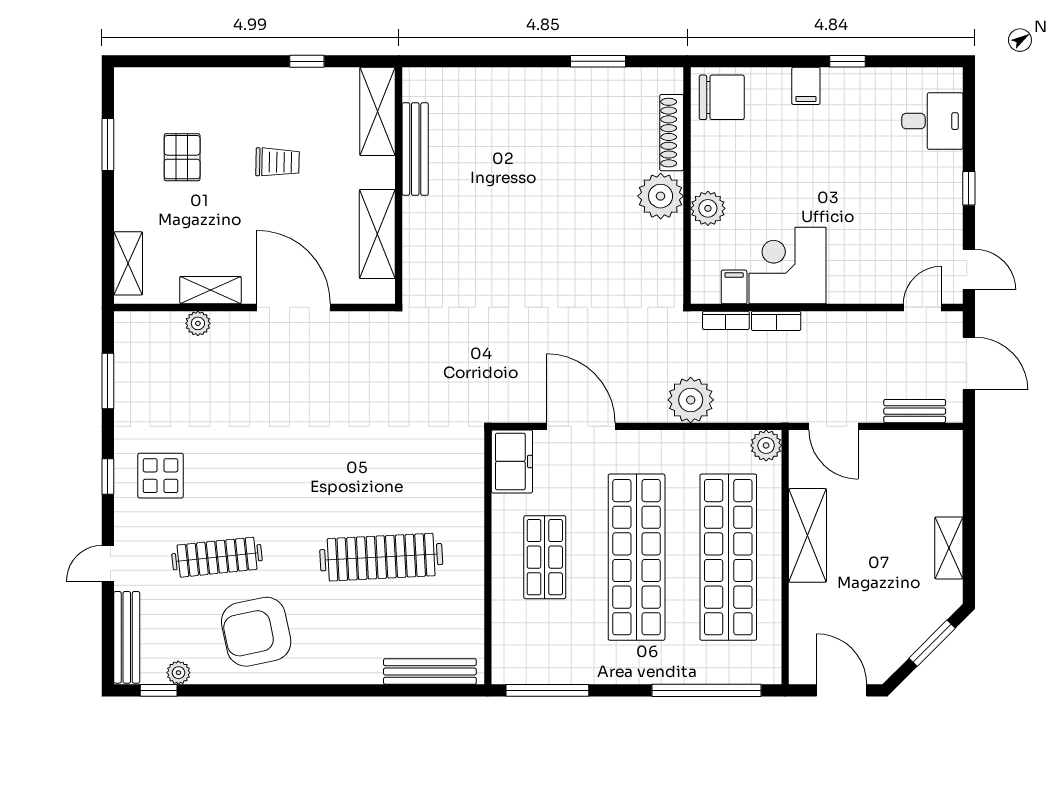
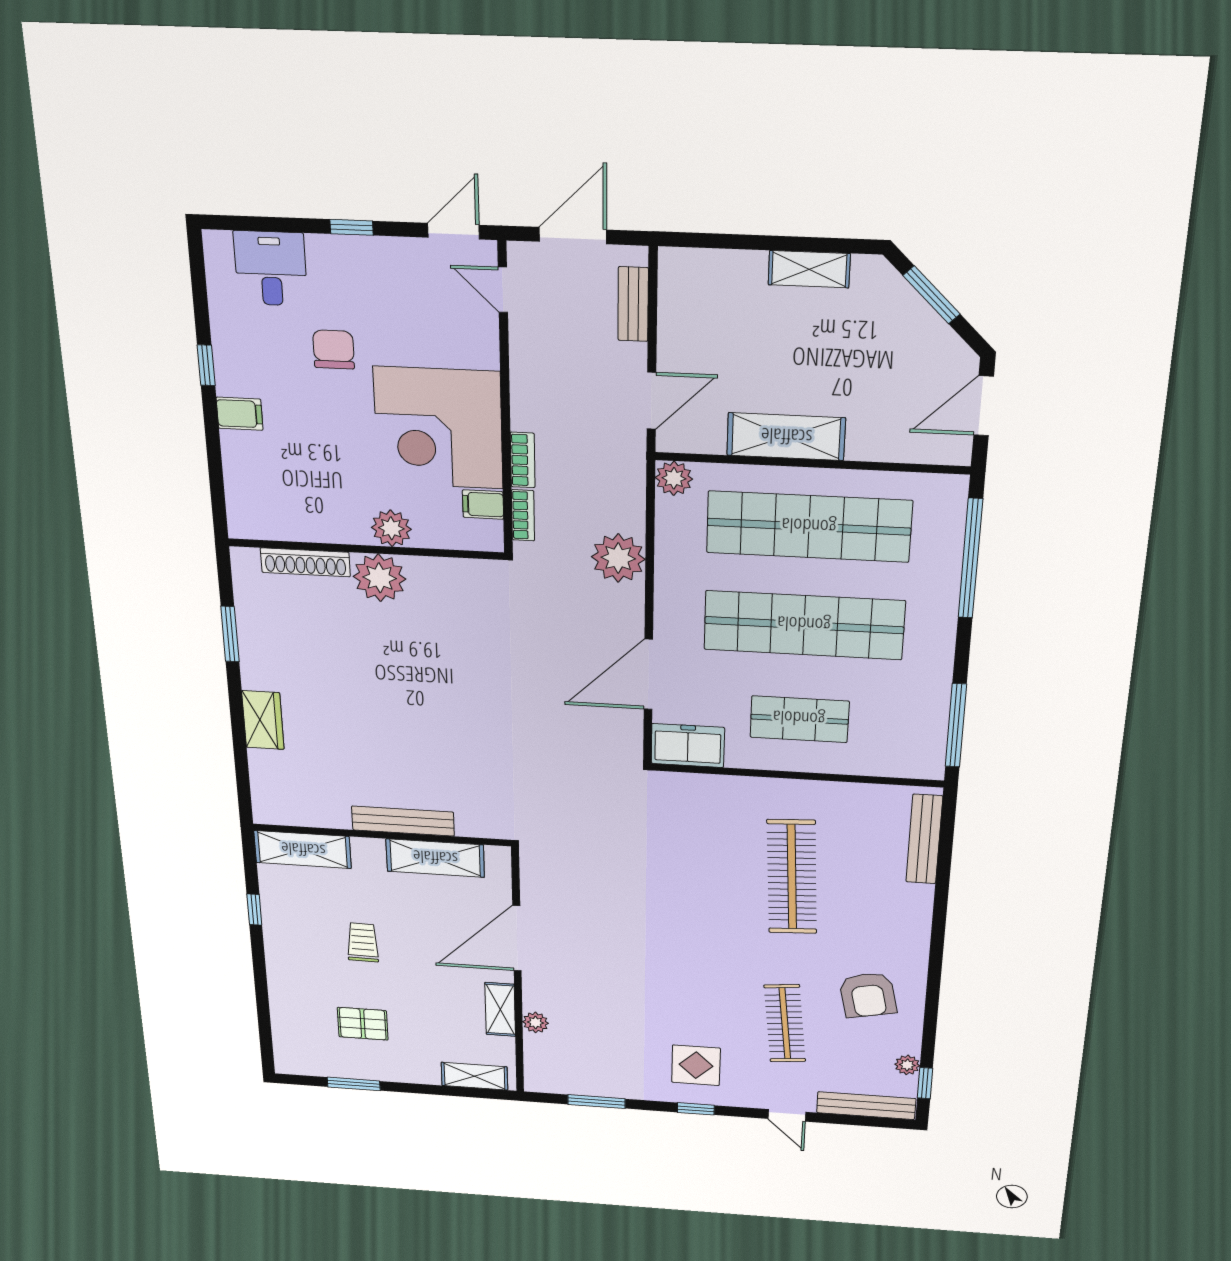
wardrobe: (513, 84) -> (263, 720), added
chair: (722, 97) -> (334, 349), moved, width x0.73, depth x0.73
bench: (415, 149) -> (403, 821), moved
corner desk: (787, 266) -> (438, 428), width x1.36, depth x1.36
armchair: (256, 632) -> (868, 995), width x0.73, depth x0.73

